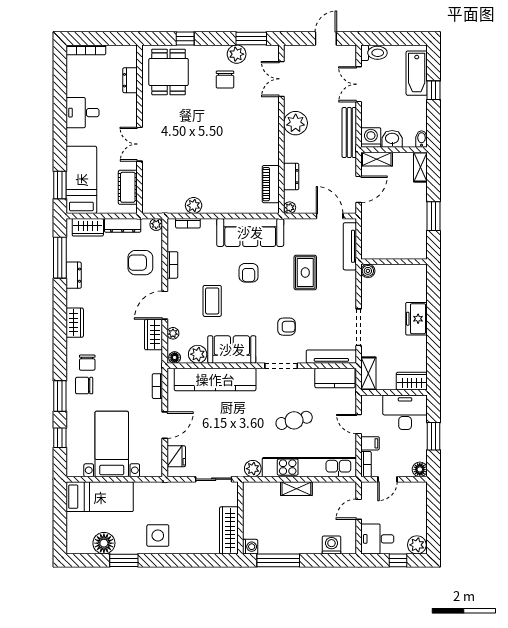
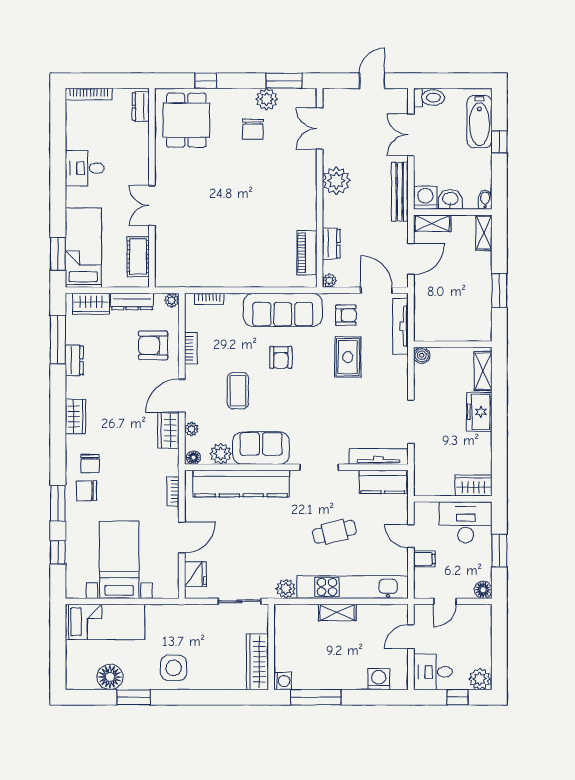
dresser: (130, 80) -> (141, 107), moved
plant: (194, 205) -> (216, 278), removed
armchair: (286, 327) -> (346, 315), moved
shelving: (368, 374) -> (483, 371), moved
bookcase: (366, 464) -> (420, 583), removed

